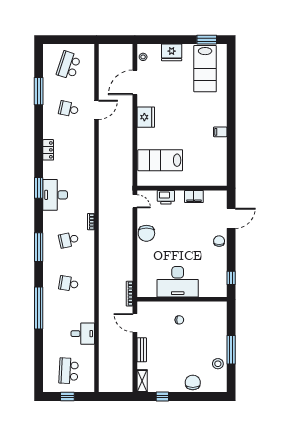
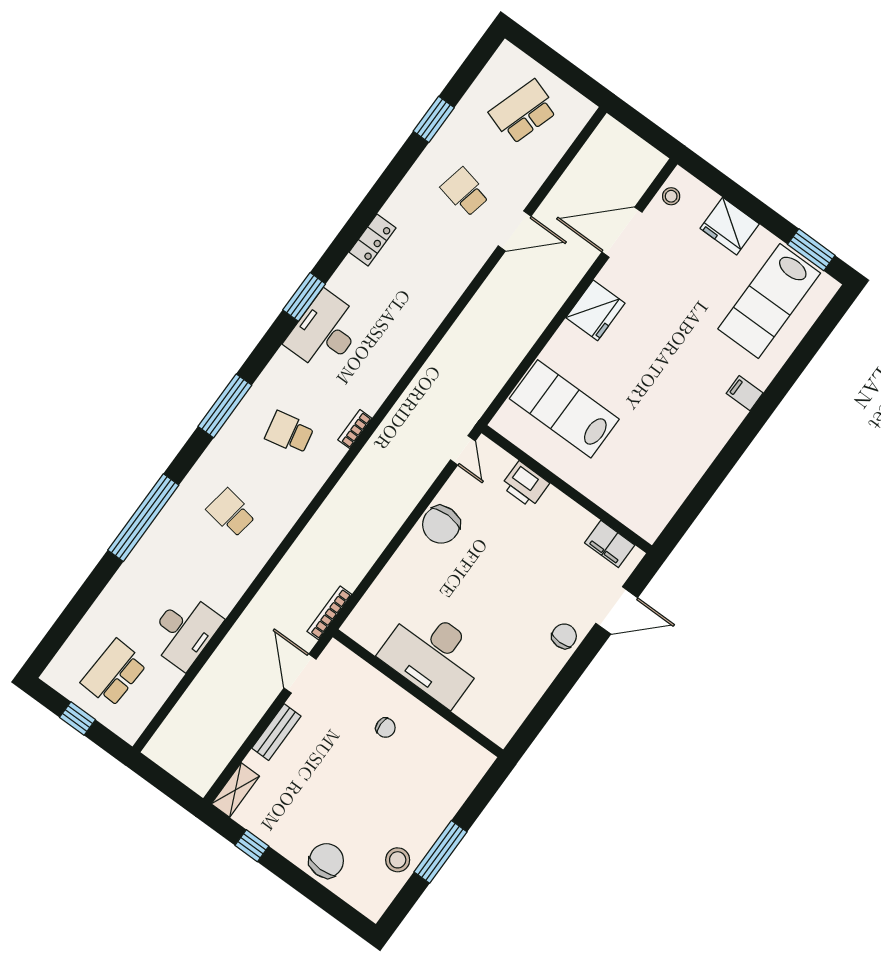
window: (39, 91) -> (434, 119), width x0.69
filing cabinet: (220, 132) -> (745, 393), moved
filing cabinet: (194, 196) -> (610, 544), moved
window: (231, 278) -> (537, 720), removed
desk: (83, 334) -> (184, 631), width x1.37

